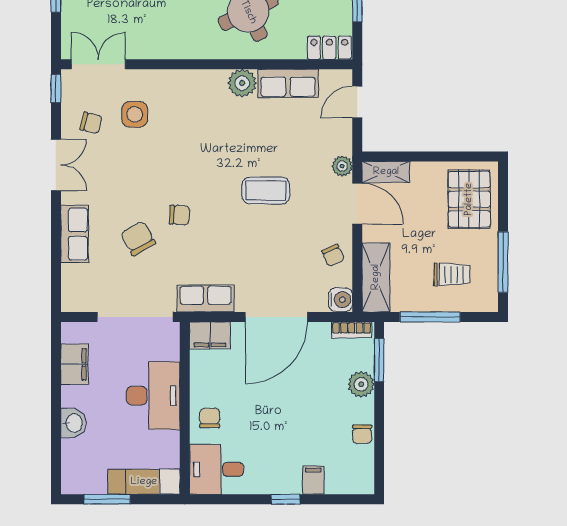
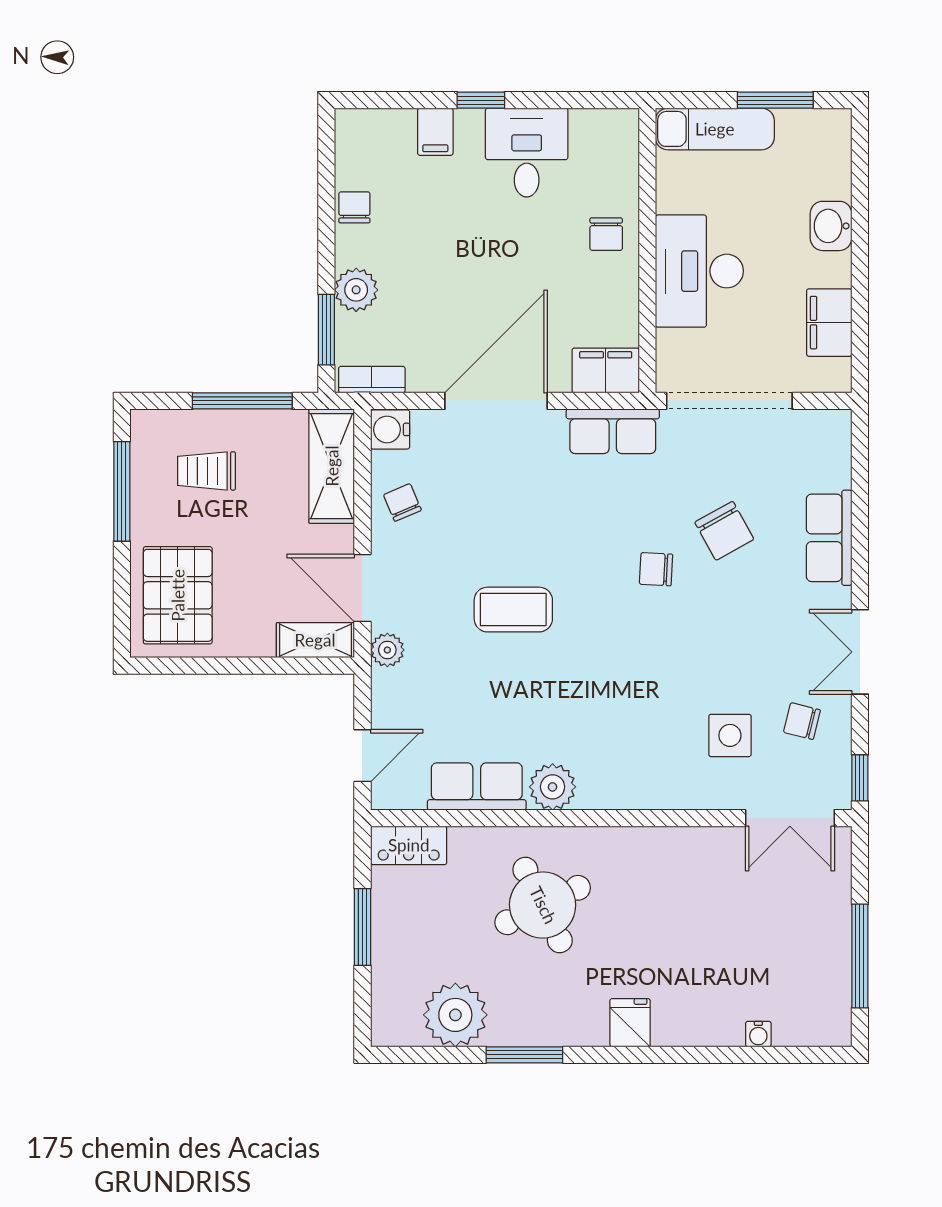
desk: (216, 469) -> (527, 153), moved, turned -90

